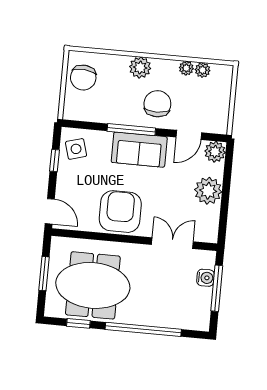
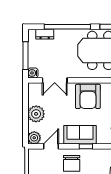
window: (131, 130) -> (86, 146), width x0.46
water cooler: (206, 278) -> (33, 73), moved
dresser: (182, 321) -> (45, 34), added

